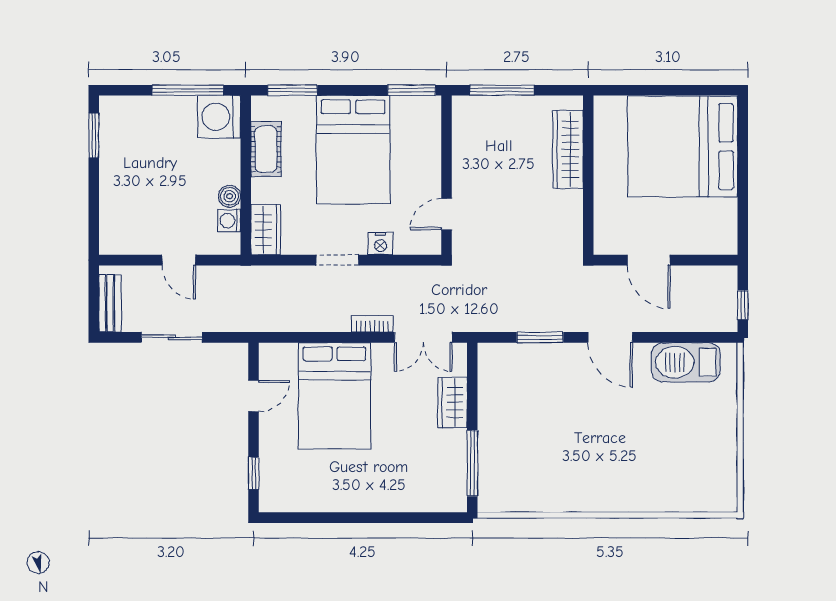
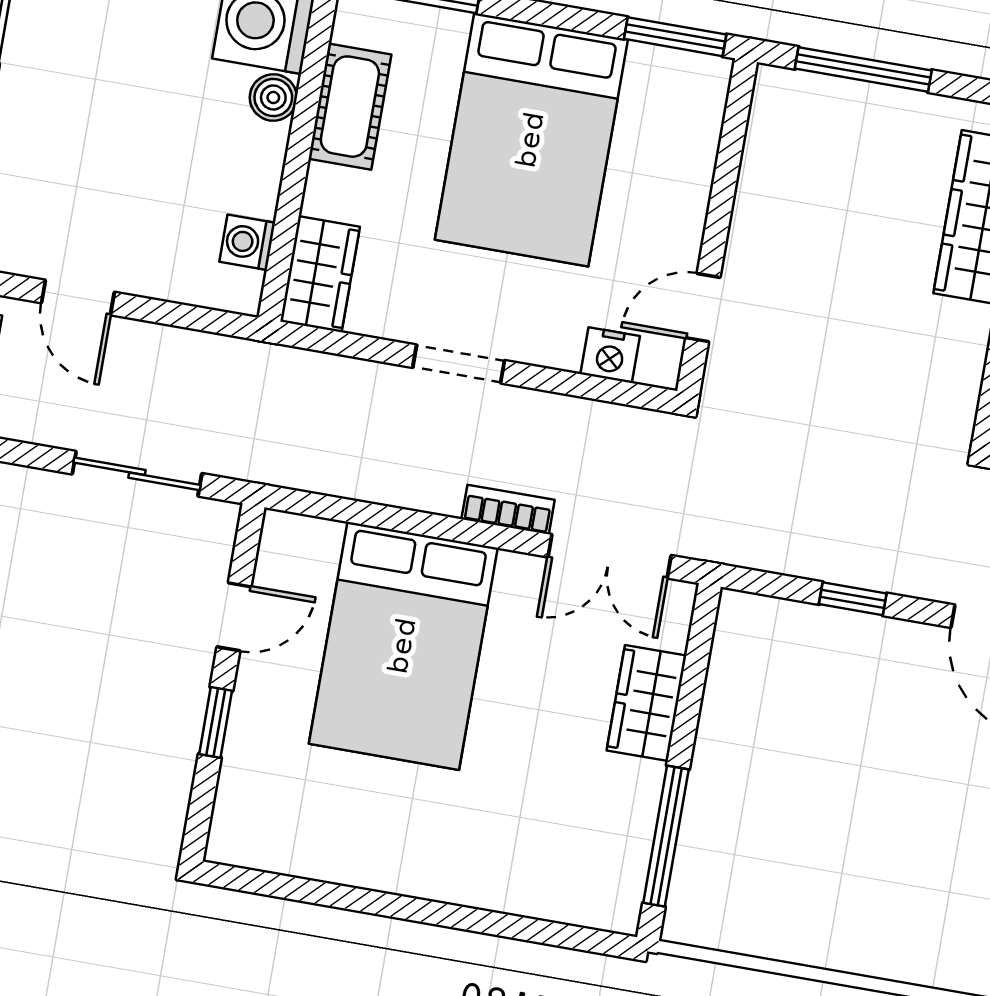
boiler: (230, 196) -> (273, 97), moved
nightstand: (380, 244) -> (610, 355), moved
door: (179, 260) -> (78, 298), moved
sliding door: (172, 337) -> (137, 474), moved
window: (540, 337) -> (853, 599), width x0.67
window: (253, 473) -> (216, 722), moved

